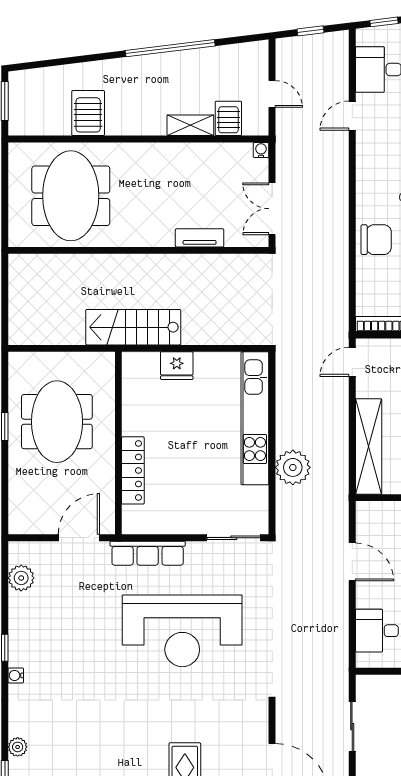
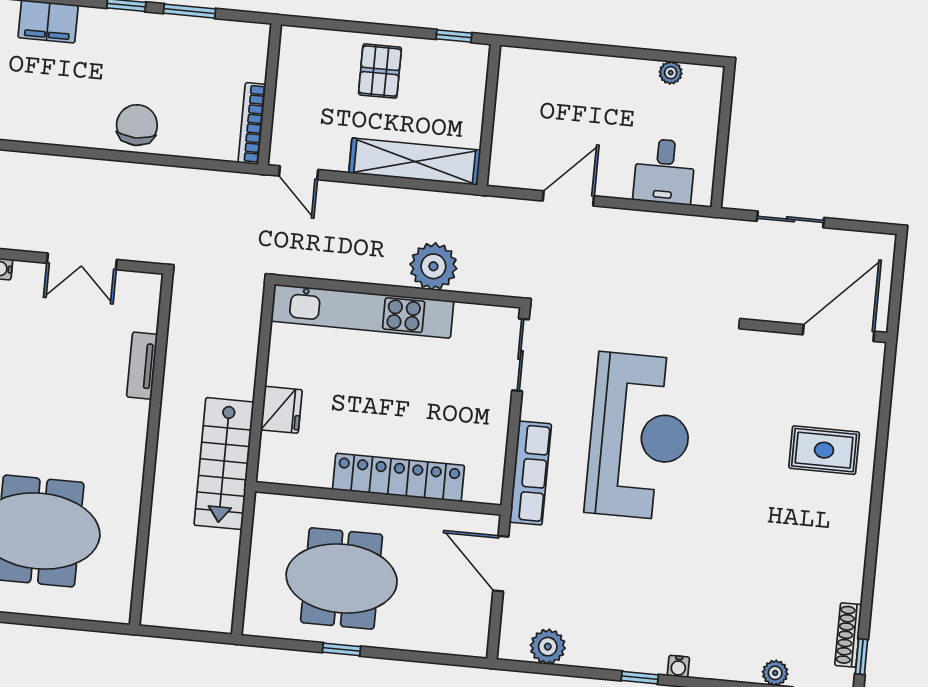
tv unit: (200, 238) -> (142, 366), moved
wall: (138, 250) -> (151, 450), moved
locker: (133, 470) -> (399, 477), width x1.41, depth x1.21

